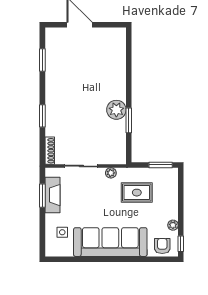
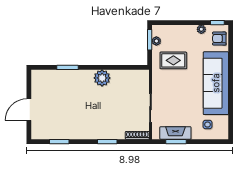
window: (129, 120) -> (67, 67), moved
plant: (111, 173) -> (156, 41), moved
rug: (137, 193) -> (173, 60), turned 90

